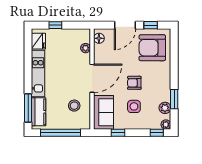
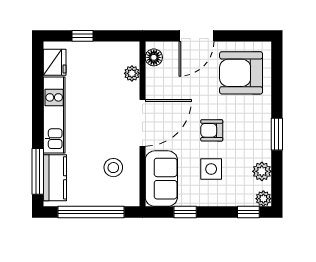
window: (151, 25) -> (238, 36), removed
window: (174, 99) -> (277, 134), moved

